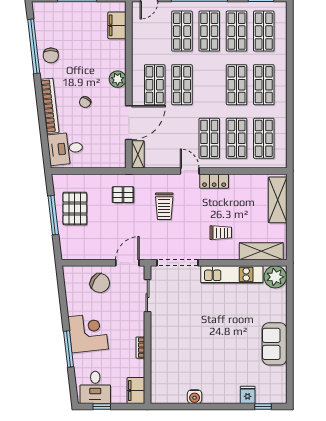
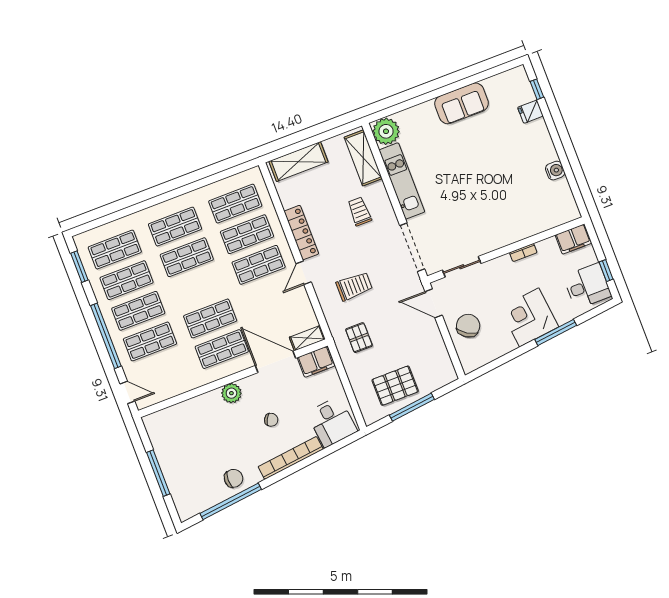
filing cabinet: (117, 25) -> (316, 362), moved
locker: (214, 181) -> (301, 233), width x1.53

